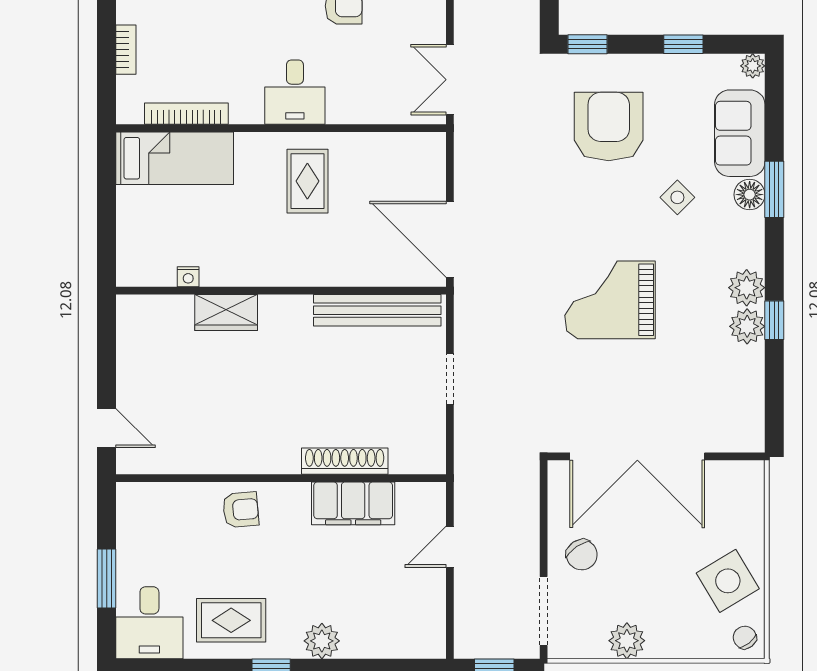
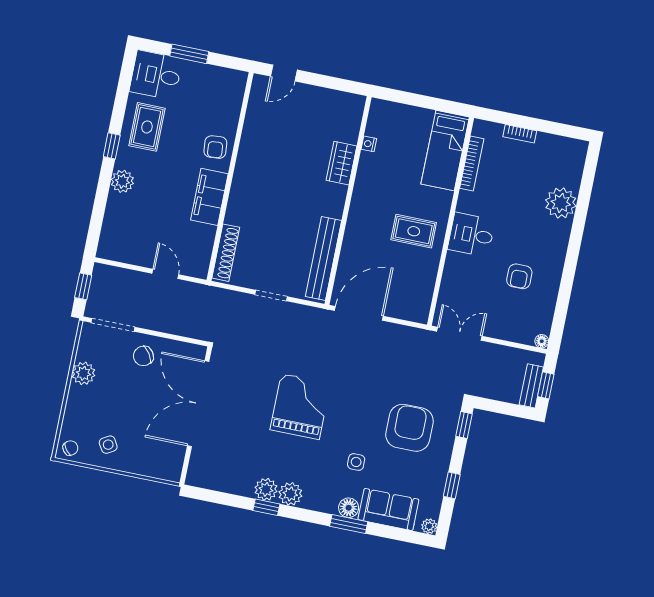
armchair: (609, 127) -> (409, 428), turned -90
side table: (677, 197) -> (356, 462), turned 45
shoe rack: (345, 461) -> (226, 253), moved
filing cabinet: (353, 503) -> (209, 197), moved
side table: (728, 581) -> (108, 445), width x0.54, depth x0.54

